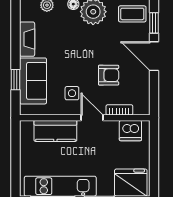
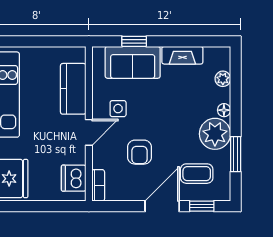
coffee table: (132, 14) -> (197, 174), moved, turned 90
bookcase: (119, 110) -> (98, 185), moved

